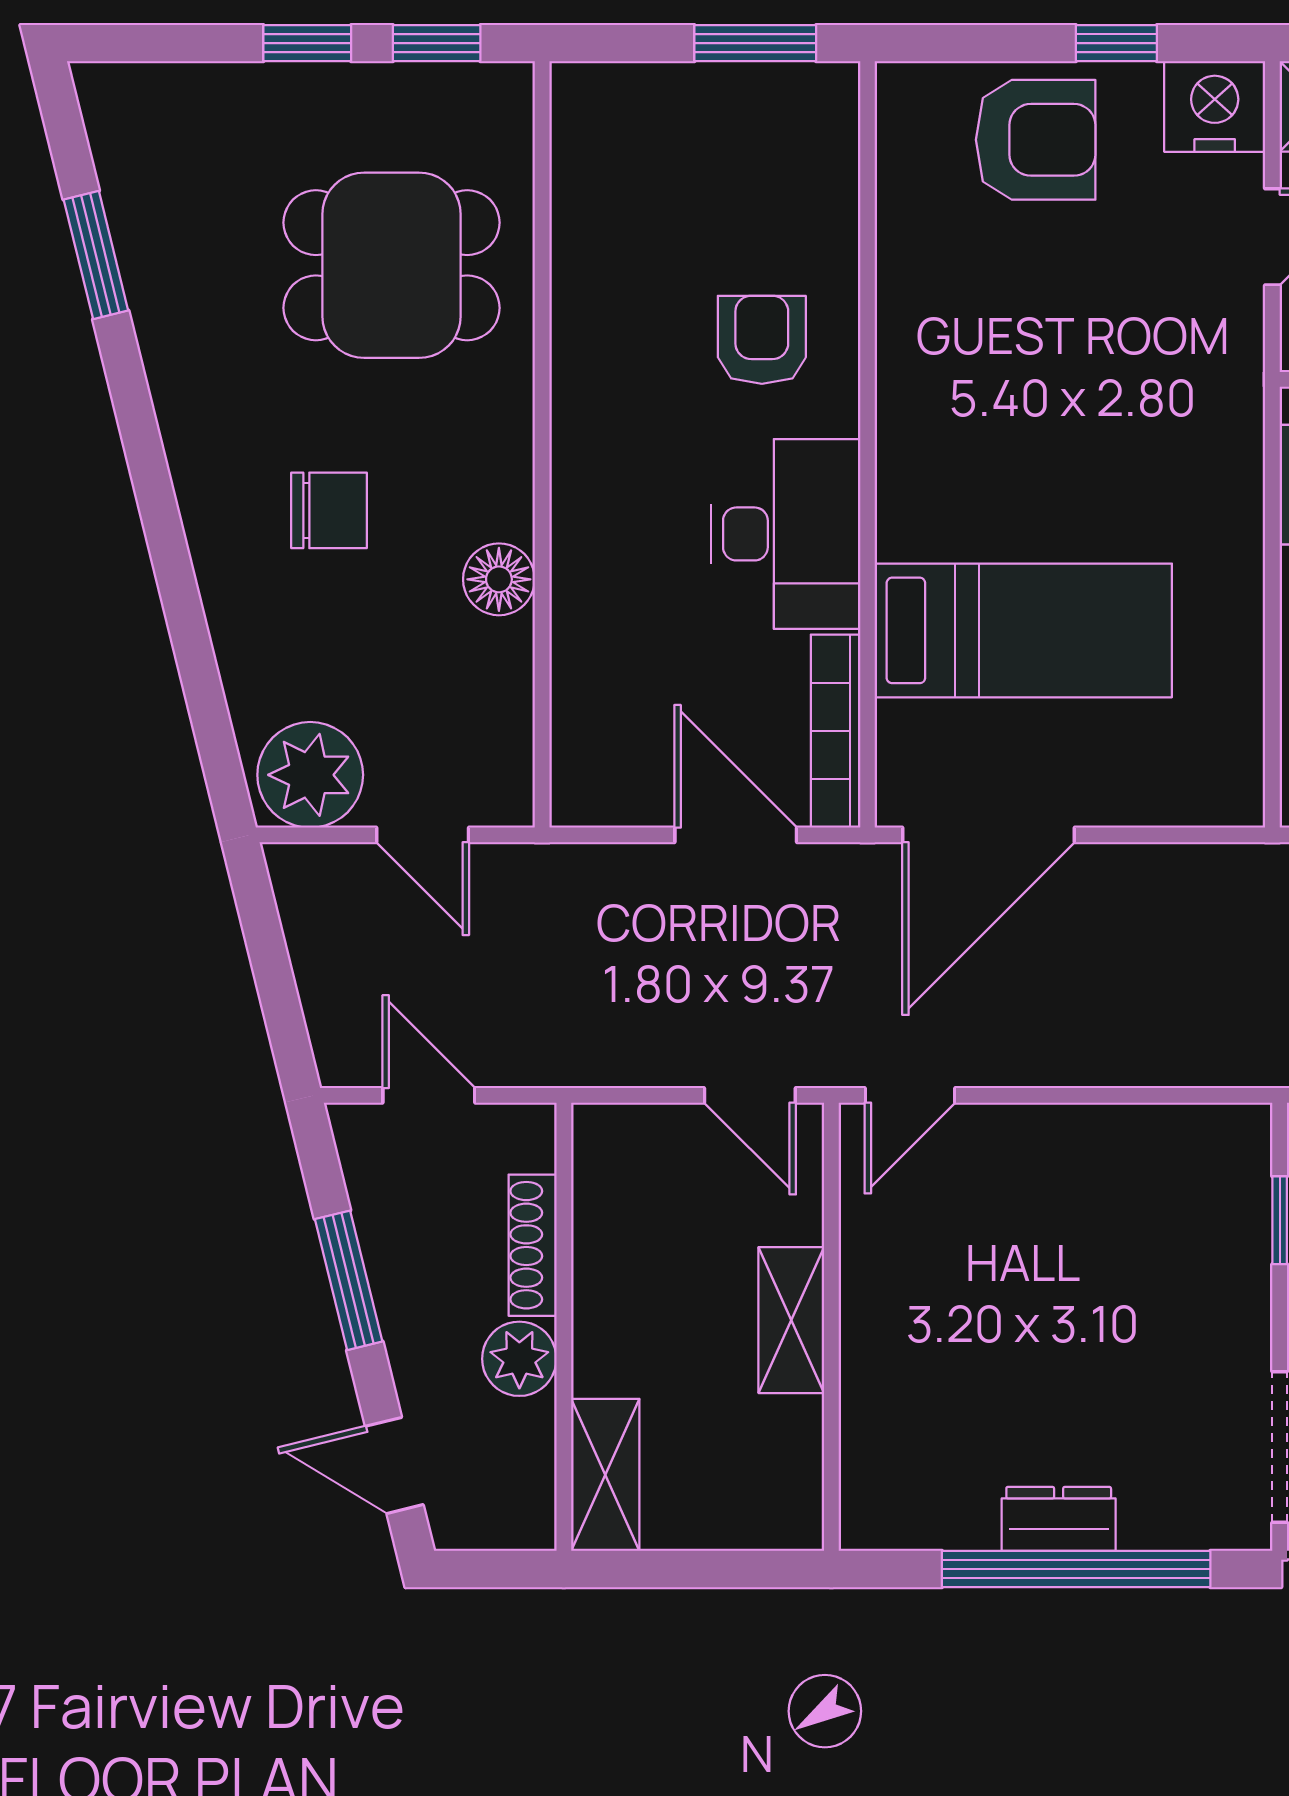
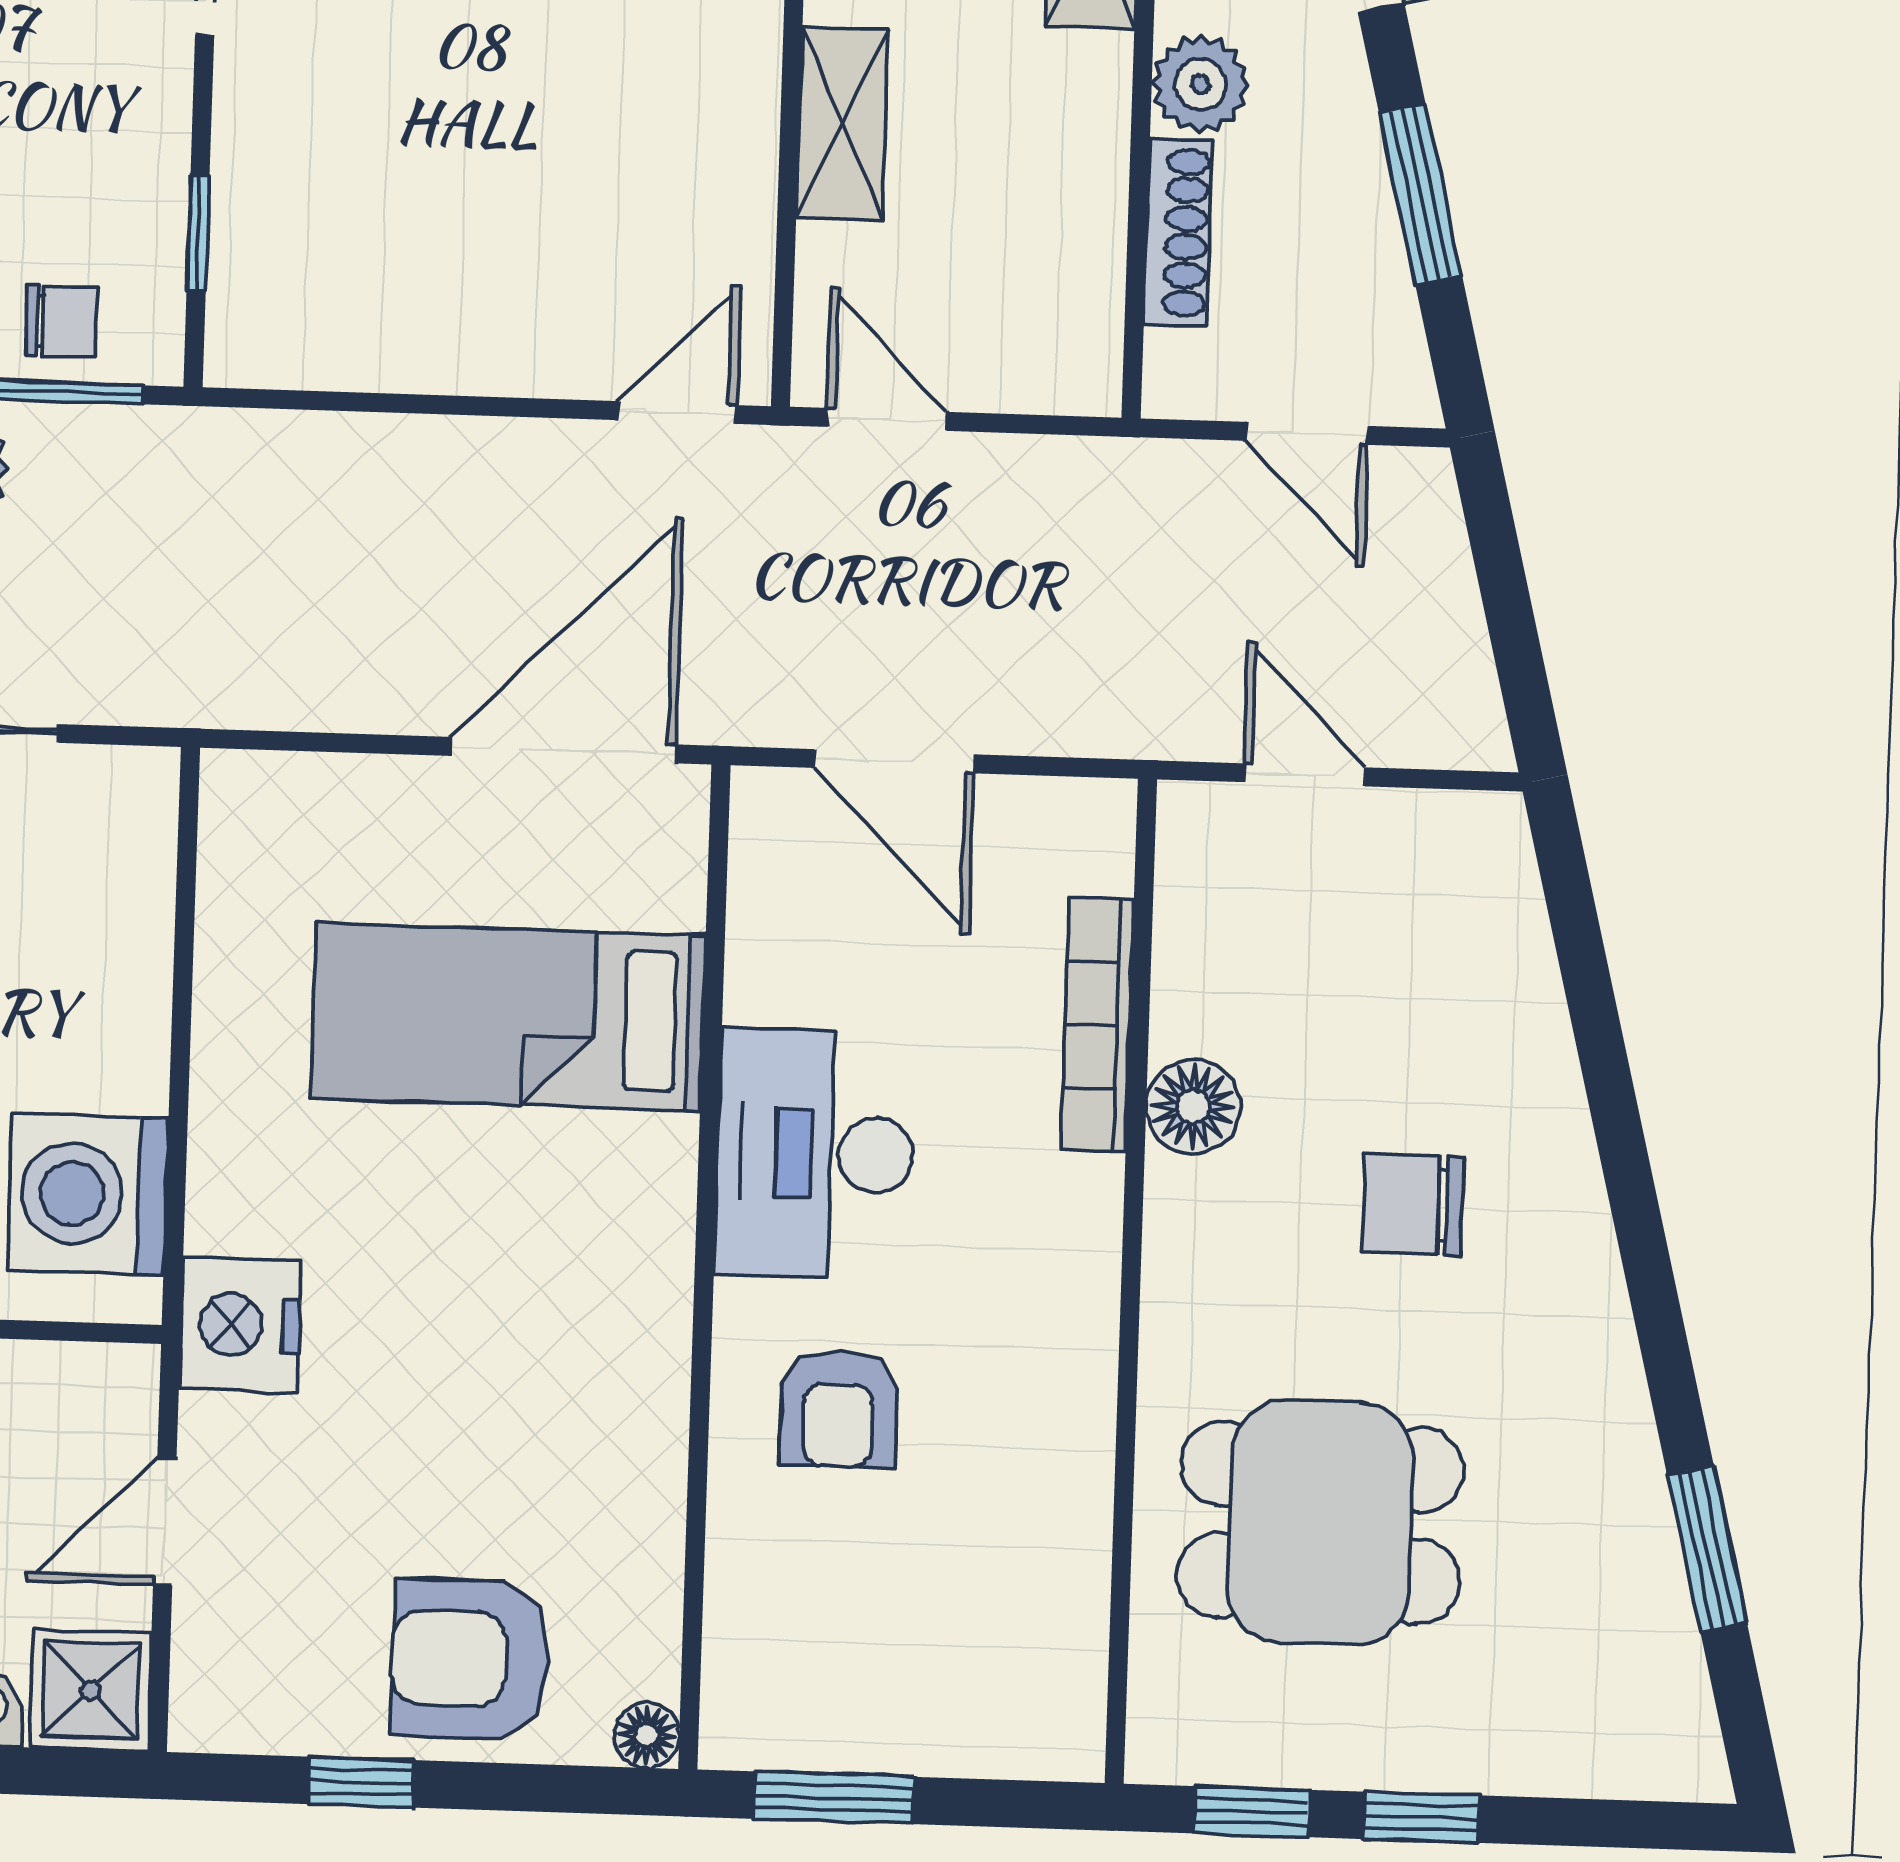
floor lamp: (900, 86) -> (647, 1735), added
nightstand: (1215, 107) -> (240, 1325), moved, turned 90
bookcase: (836, 731) -> (1097, 1025), moved, turned 180
plant: (310, 775) -> (1449, 858), removed

